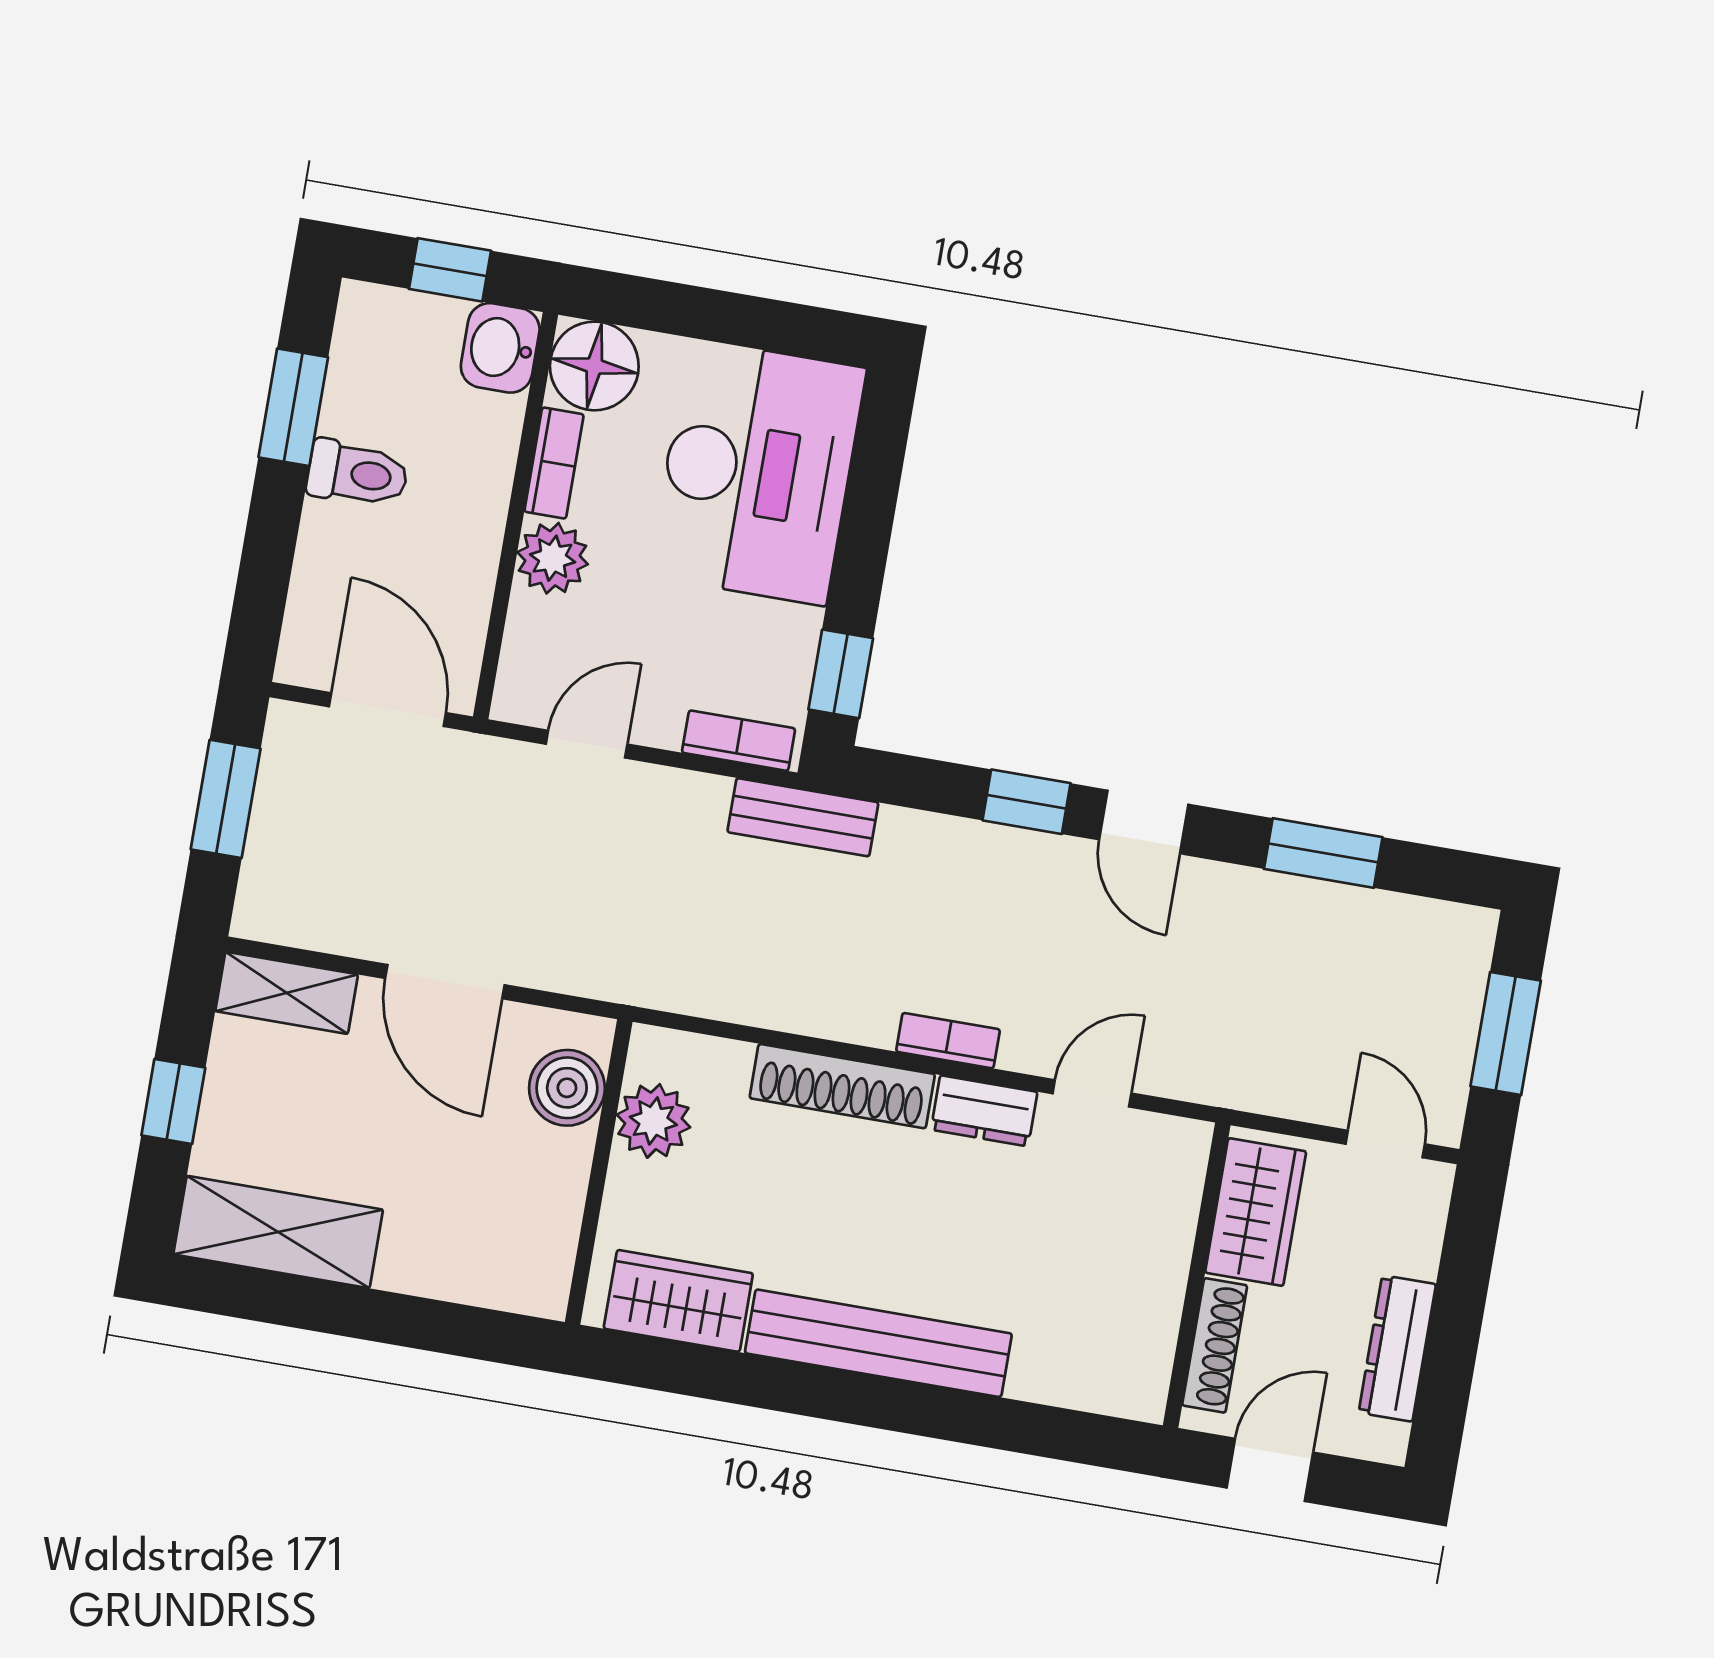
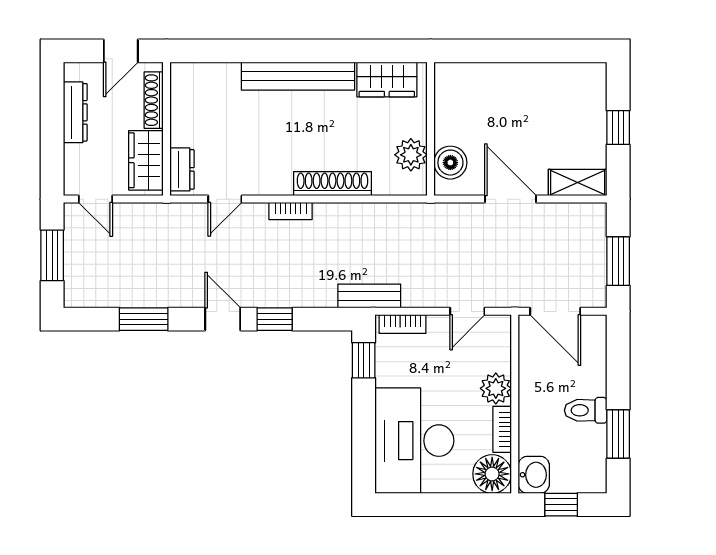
dresser: (984, 1111) -> (182, 169), moved, turned 90
shelving: (278, 1232) -> (563, 79), removed

